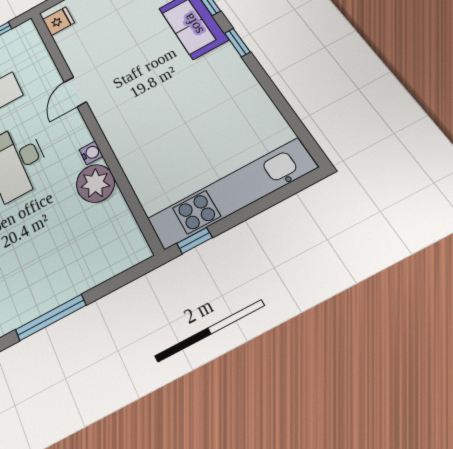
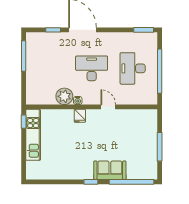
fridge: (59, 21) -> (80, 116), moved
kitchen unit: (232, 193) -> (33, 135), width x0.73

